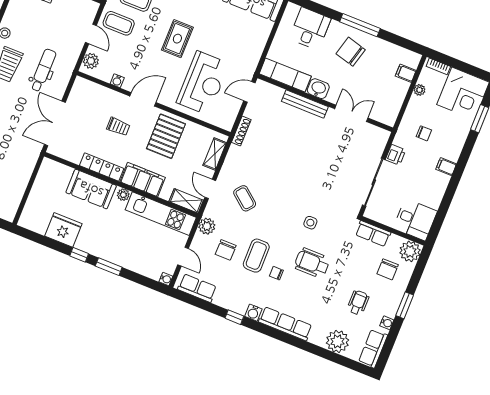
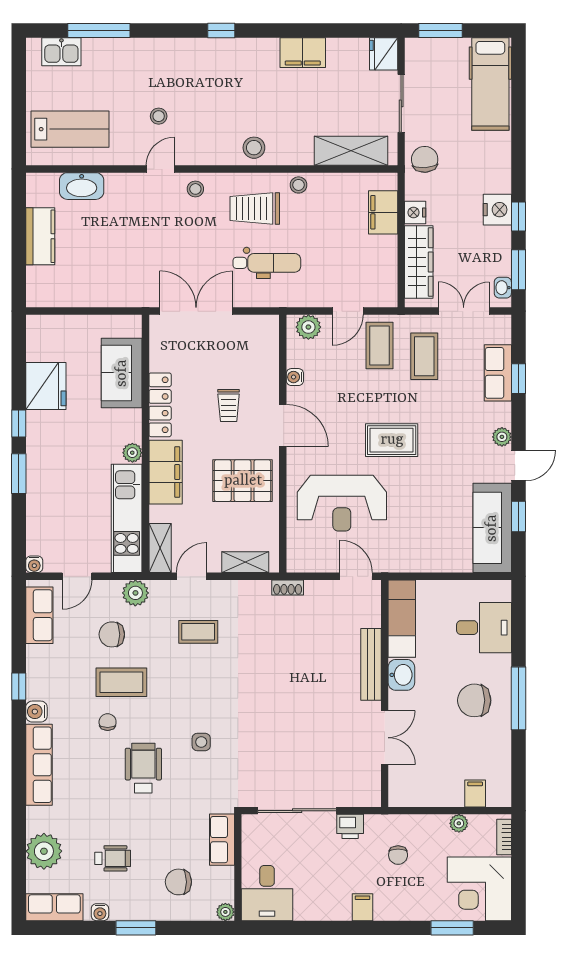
chair: (351, 52) -> (474, 700), turned -105
shoe rack: (241, 131) -> (288, 587), width x0.70
sofa: (91, 189) -> (122, 373), moved
coffee table: (245, 198) -> (198, 632), turned 51
plant: (410, 251) -> (225, 912), width x0.53, depth x0.53

